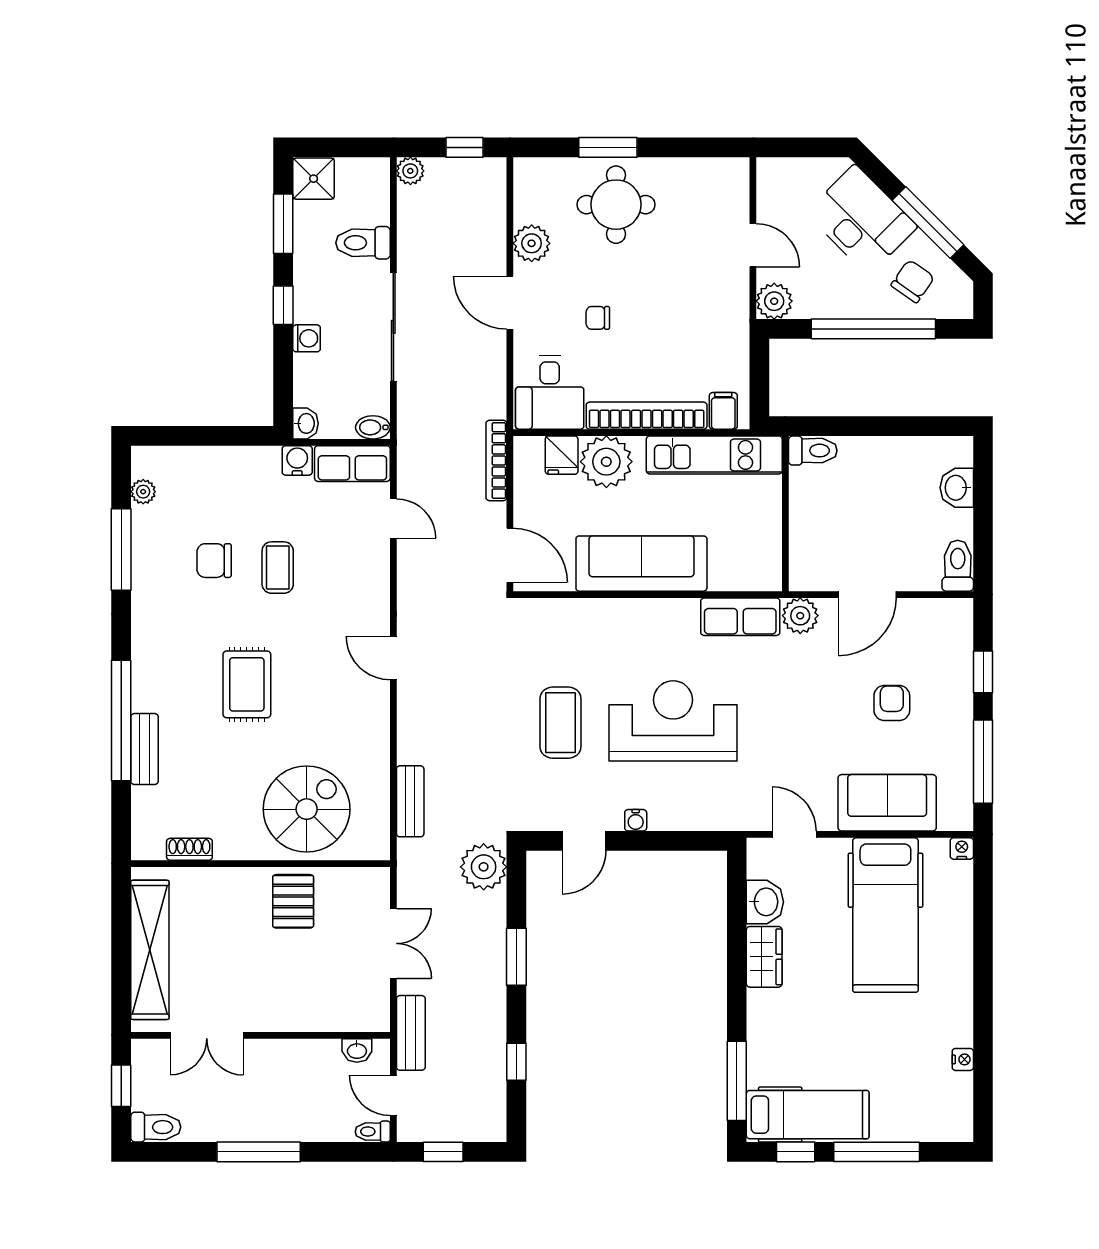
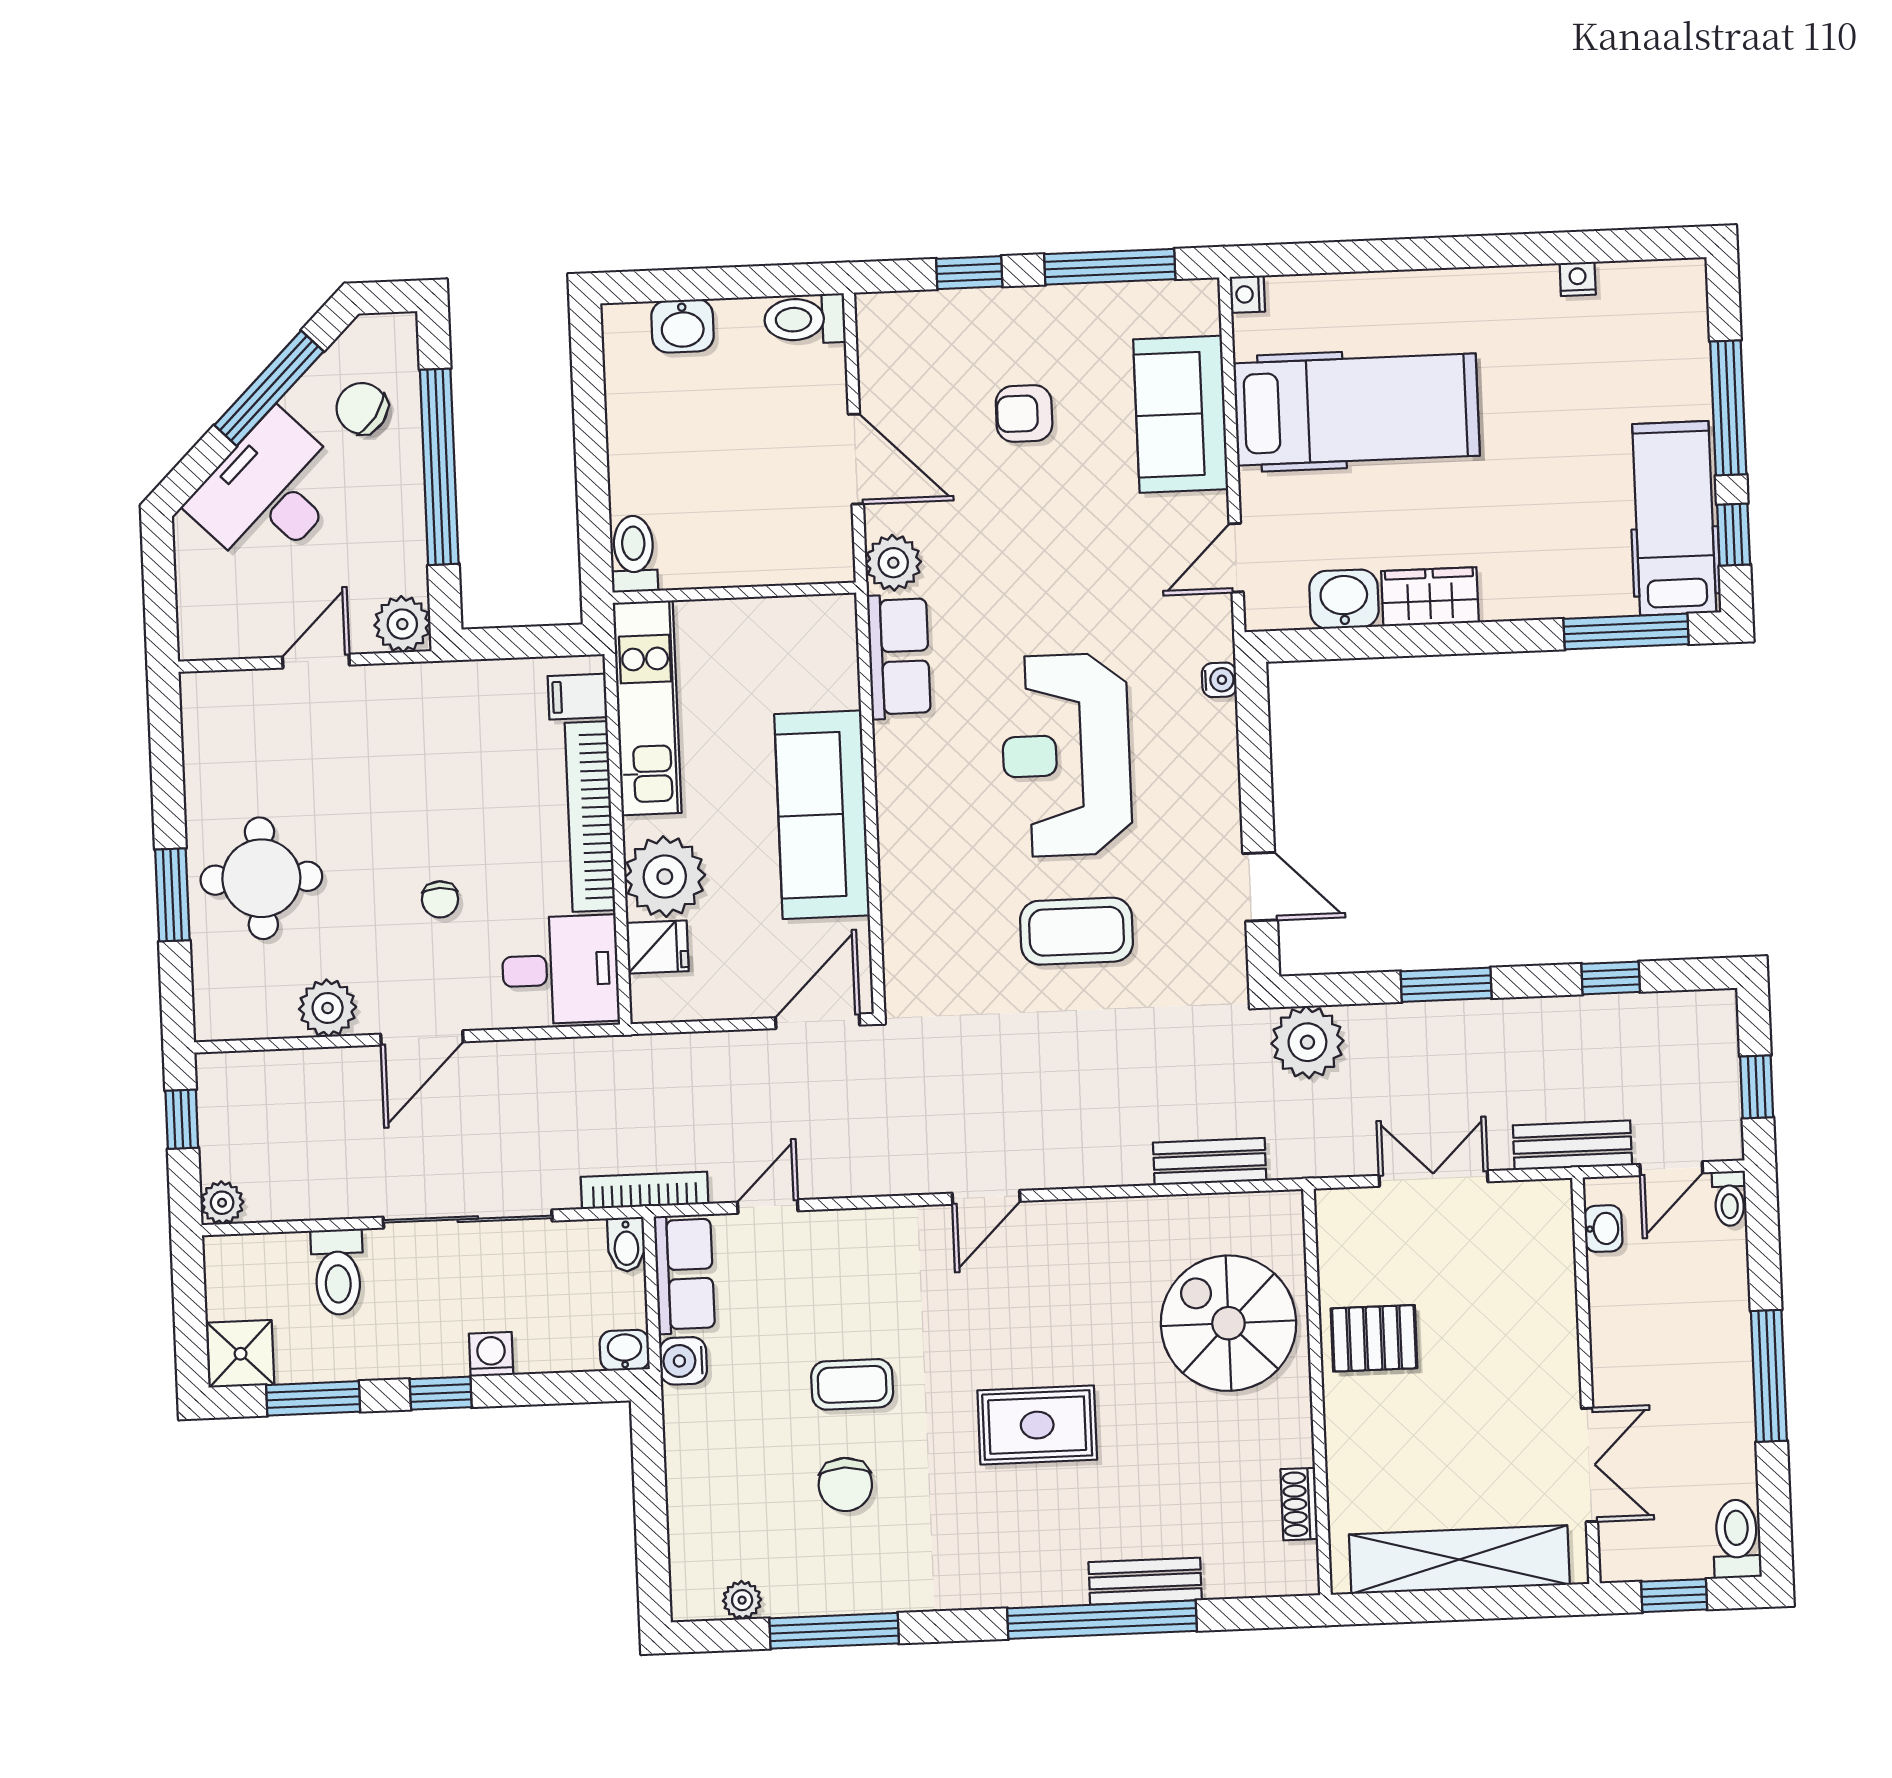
bookcase: (496, 460) -> (645, 1190), moved, turned 180
water cooler: (636, 820) -> (1219, 680), moved

